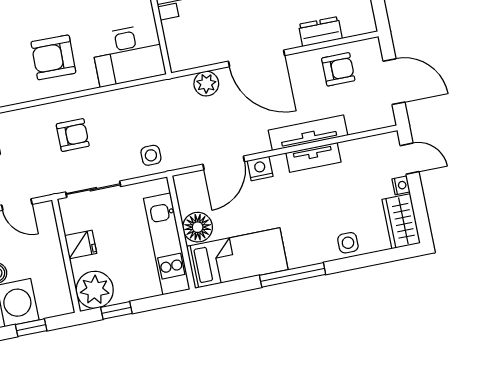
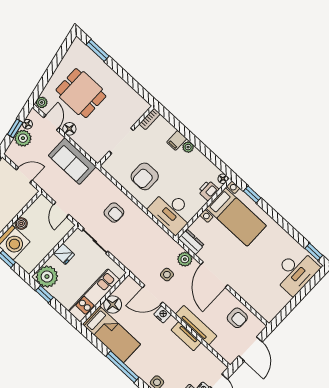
dresser: (320, 32) -> (191, 242), moved
armchair: (53, 57) -> (145, 176), turned -91
side table: (151, 155) -> (167, 275), moved

